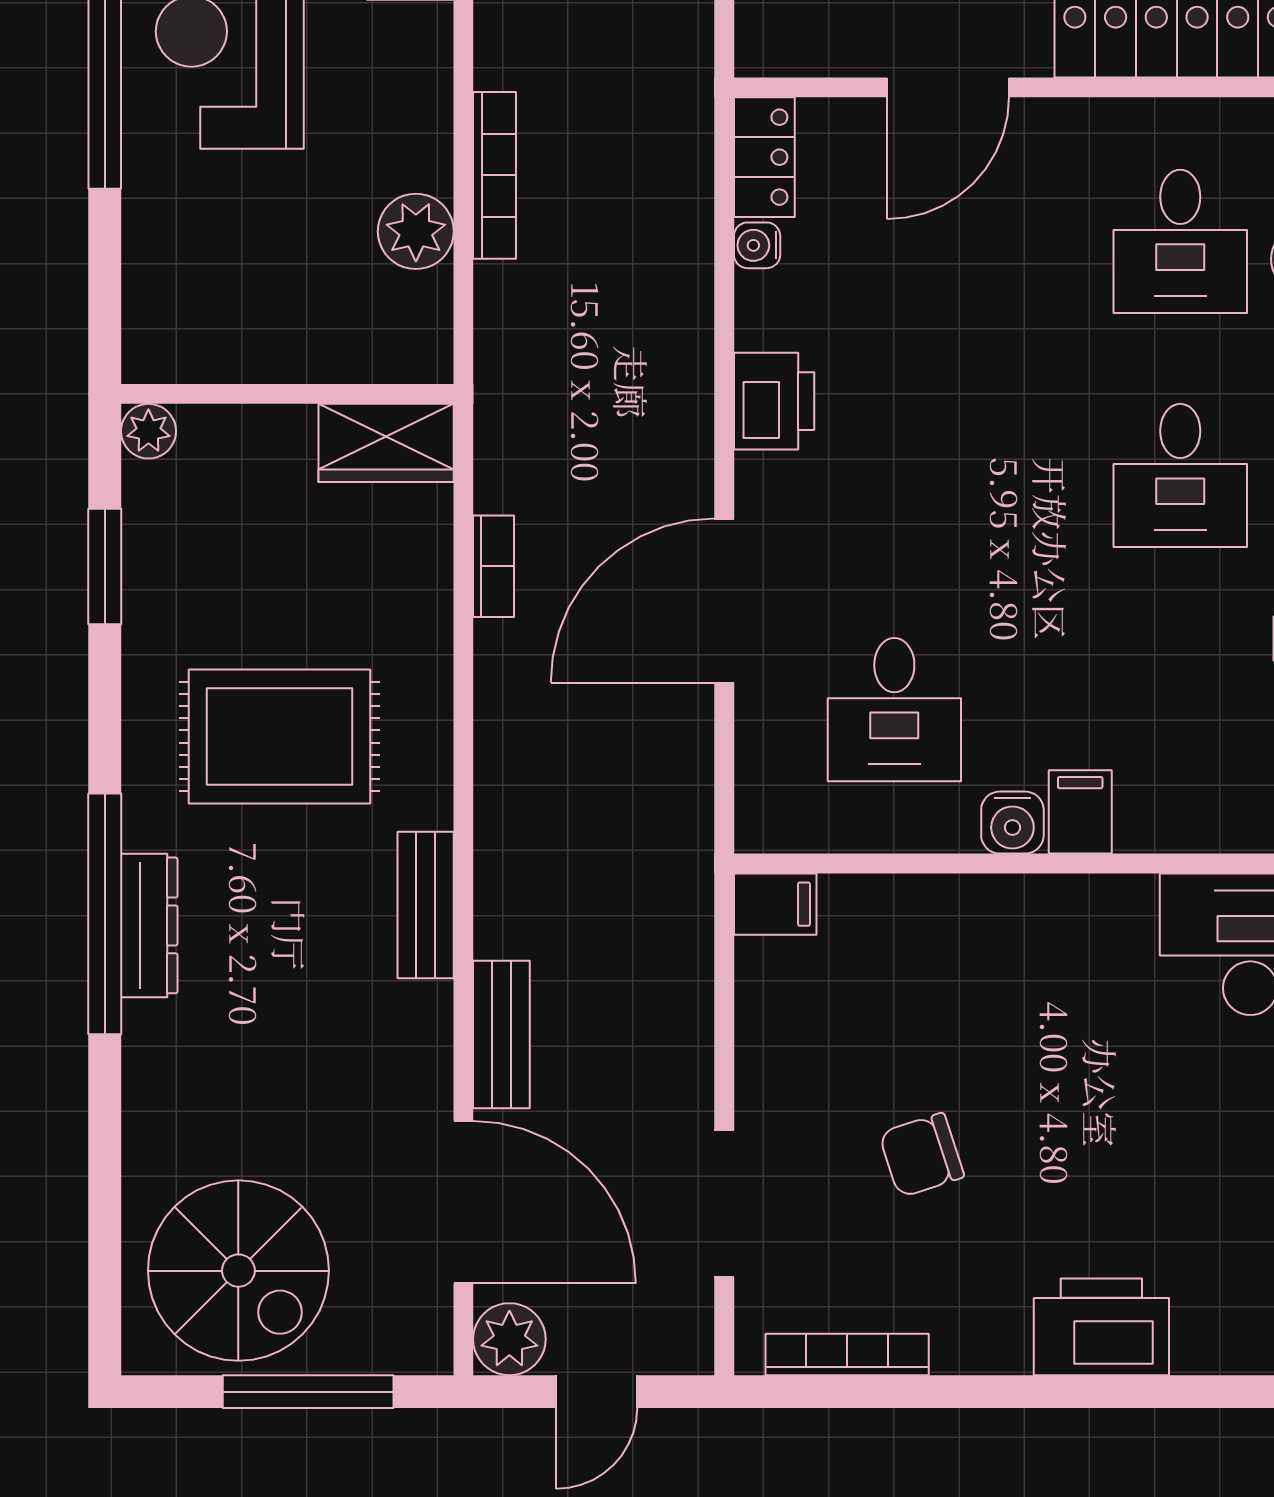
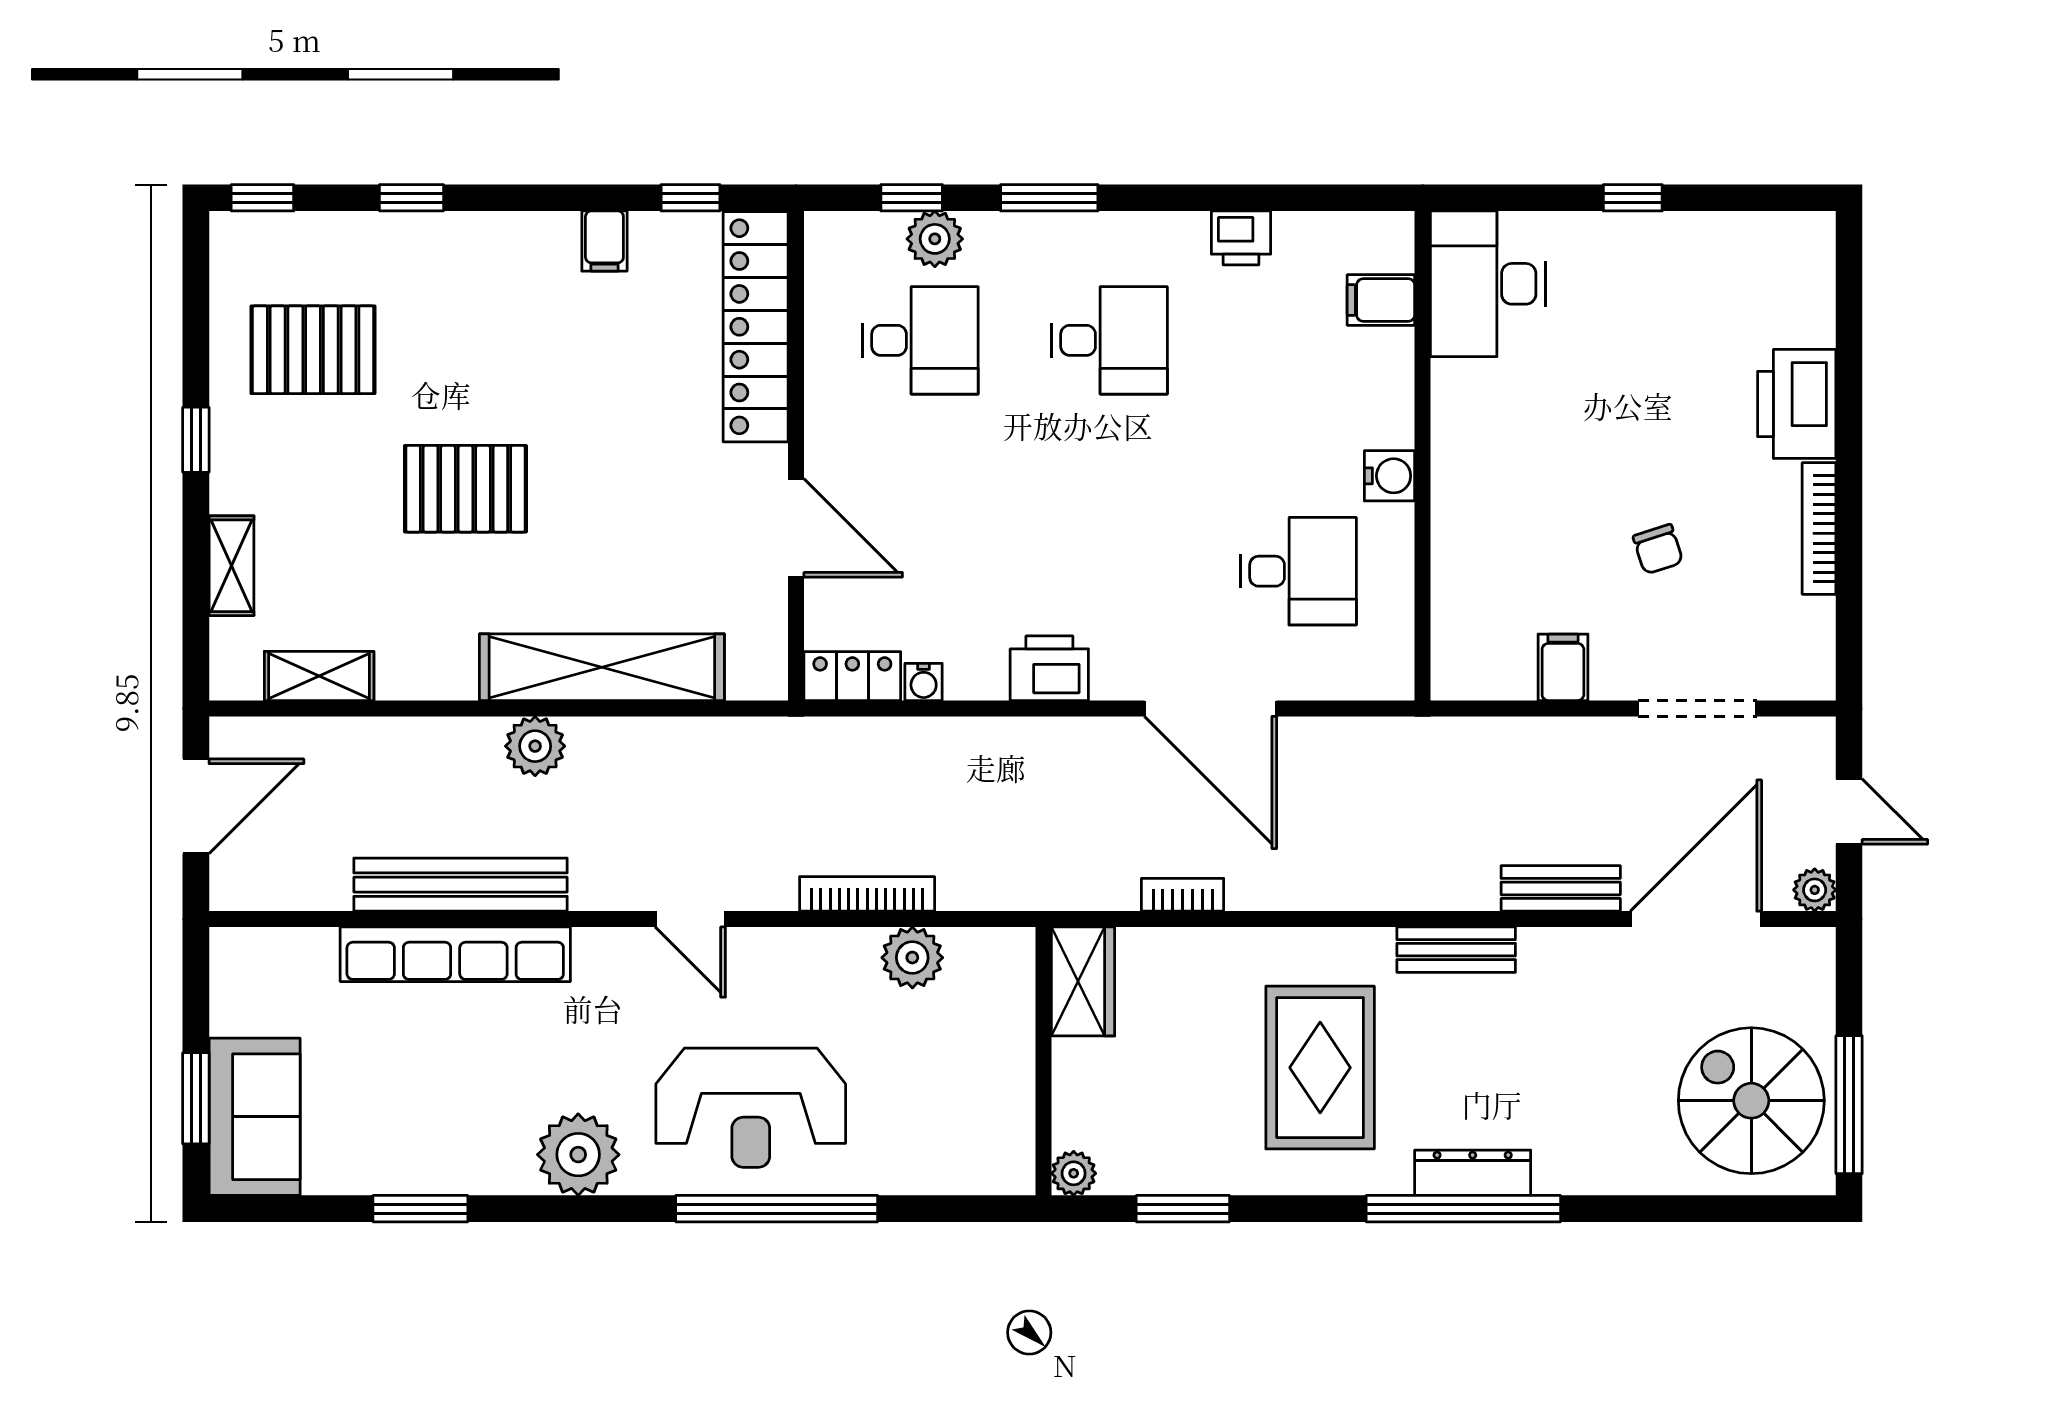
filing cabinet: (1080, 812) -> (1381, 300), moved
filing cabinet: (775, 904) -> (1563, 667), moved
chair: (922, 1155) -> (1658, 549), width x0.73, depth x0.73
spiral stairs: (238, 1271) -> (1751, 1101), turned -90
plant: (509, 1339) -> (1815, 890), width x0.73, depth x0.73
bookcase: (847, 1355) -> (1819, 528), moved
window: (308, 1392) -> (1849, 1105), moved

